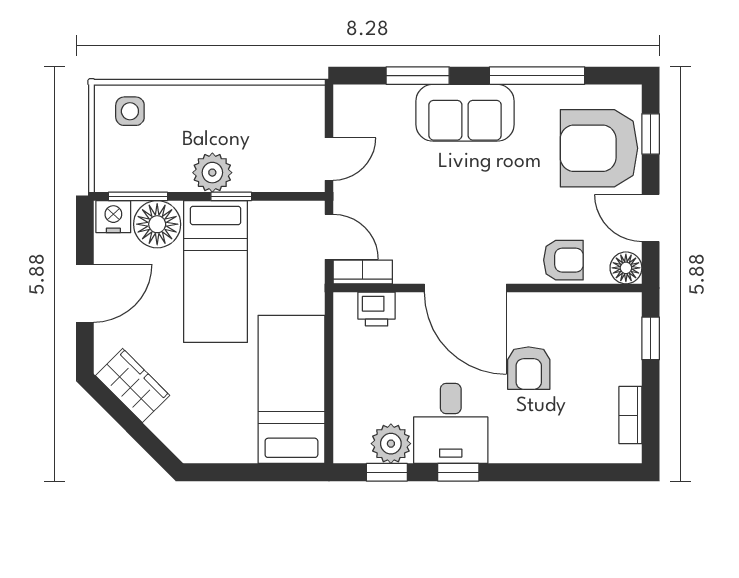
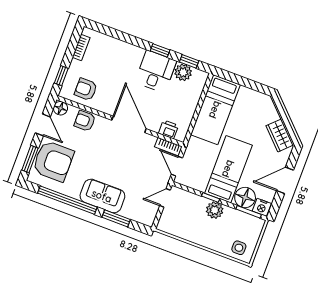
window: (537, 76) -> (67, 200), width x1.46
window: (651, 134) -> (30, 159), width x1.50
armchair: (529, 368) -> (86, 89), moved, turned -90

